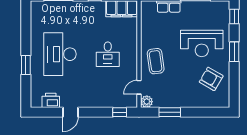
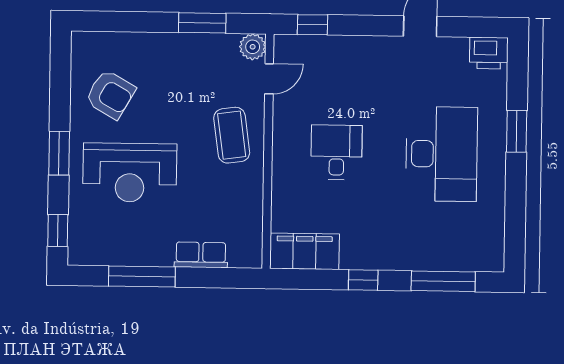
reception desk: (202, 43) -> (130, 173), turned 180
printer: (51, 100) -> (489, 53), moved

